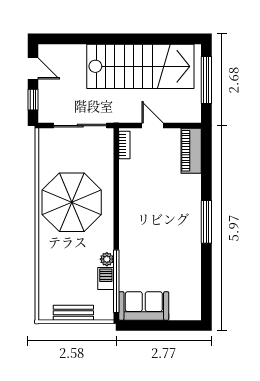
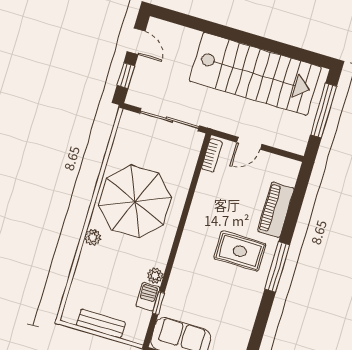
door: (153, 126) -> (249, 143), swing flipped
piano: (191, 151) -> (276, 210), moved
rug: (171, 218) -> (240, 251), added
plant: (45, 243) -> (93, 237), added
window: (116, 281) -> (158, 303), width x0.32

